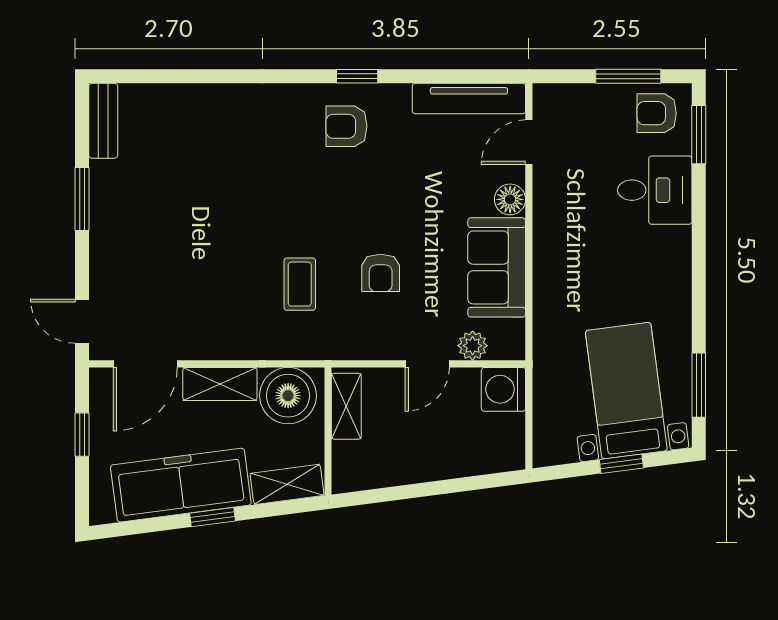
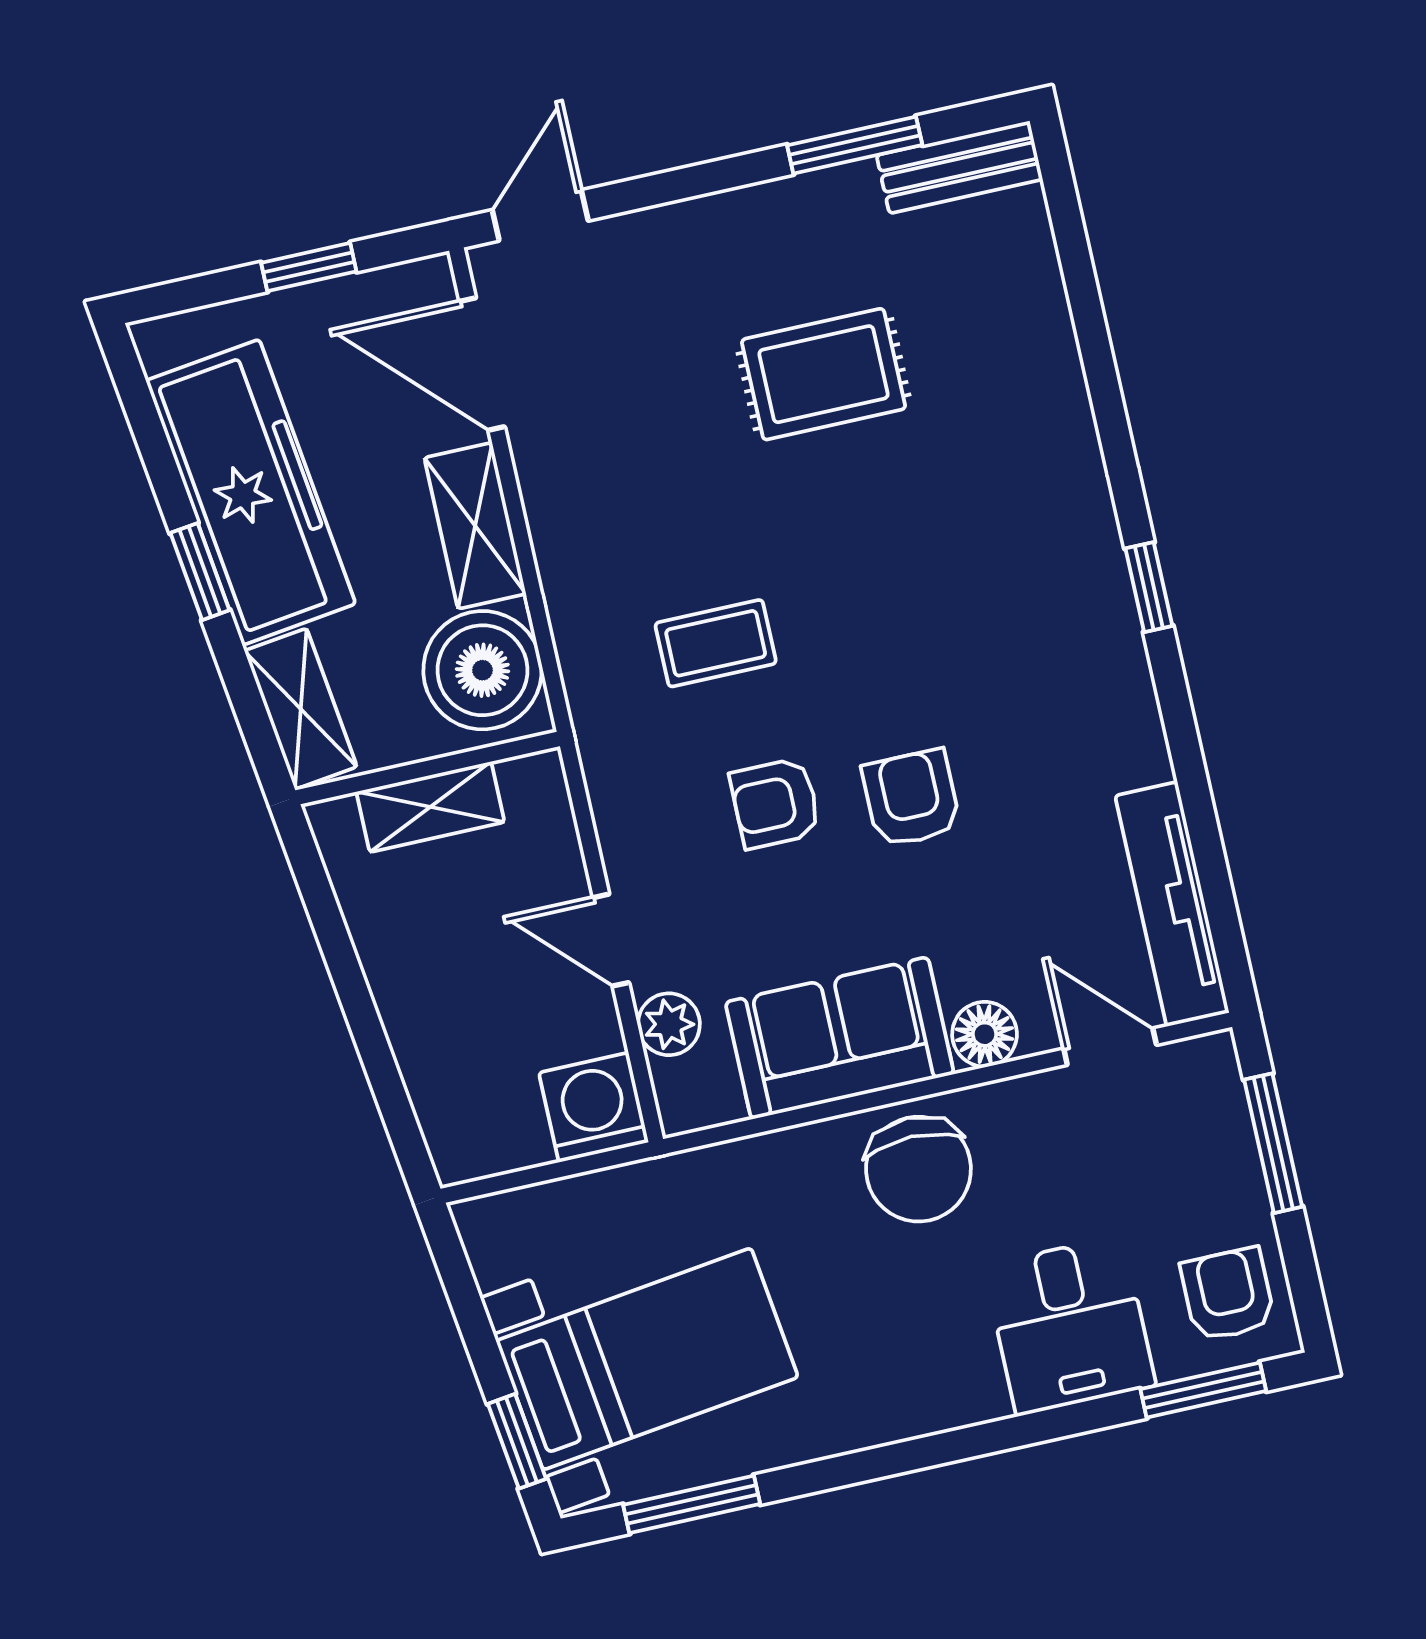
window: (357, 76) -> (1149, 587), moved
window: (628, 76) -> (1273, 1143), moved
armchair: (347, 126) -> (911, 798), moved
window: (82, 199) -> (855, 145), moved
rug: (186, 206) -> (823, 374), added
chair: (566, 244) -> (918, 1169), added
shelving: (346, 406) -> (430, 807), moved
window: (621, 464) -> (517, 1441), moved

